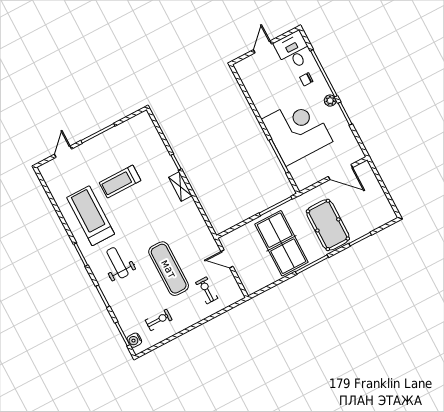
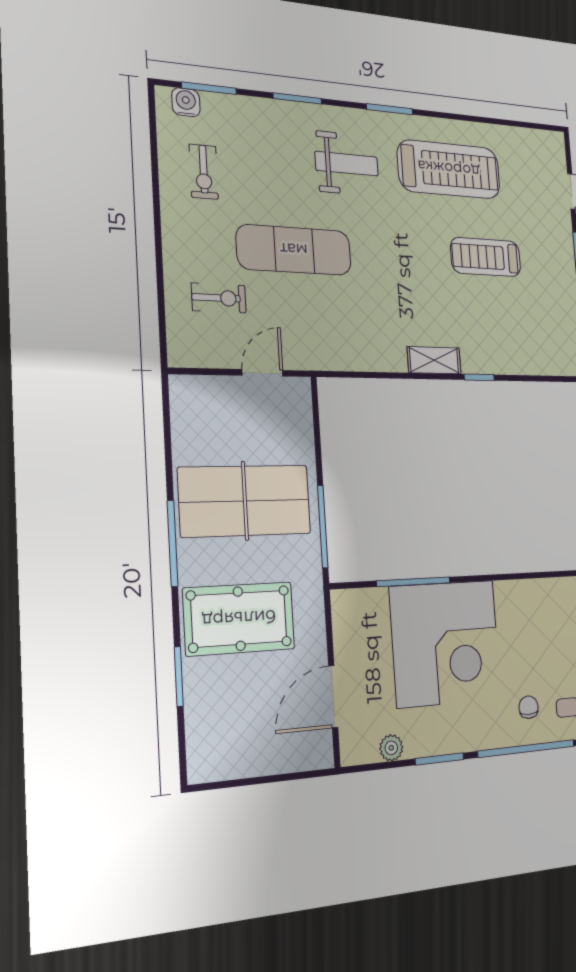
plant: (330, 101) -> (391, 748), moved
treadmill: (120, 182) -> (486, 257), turned -90

